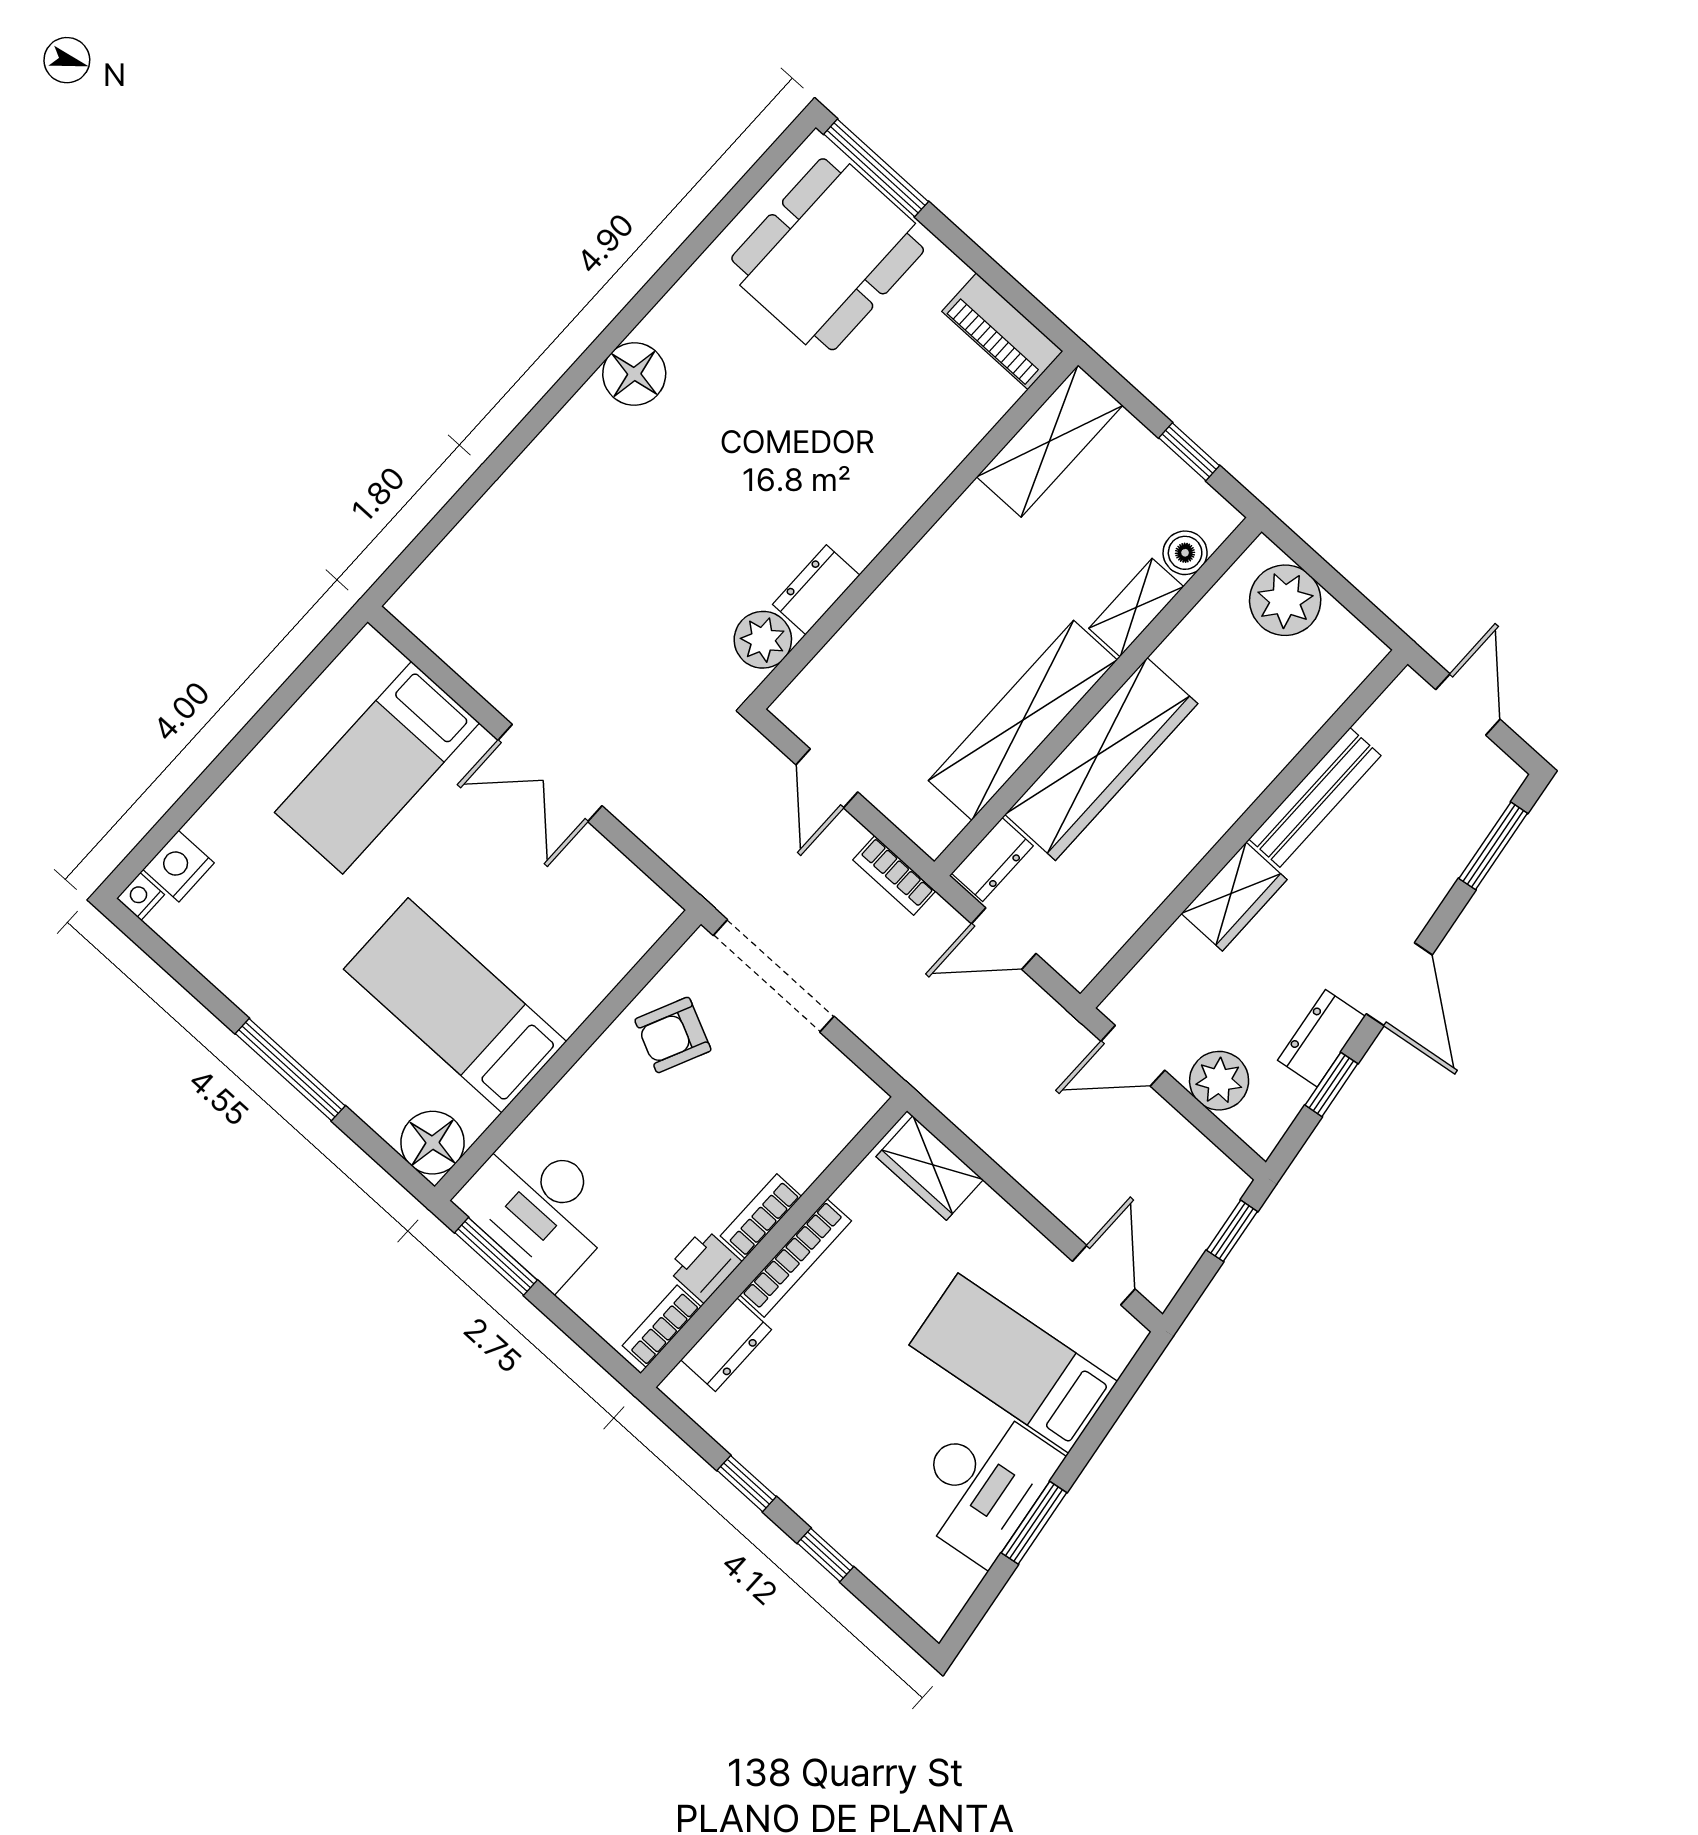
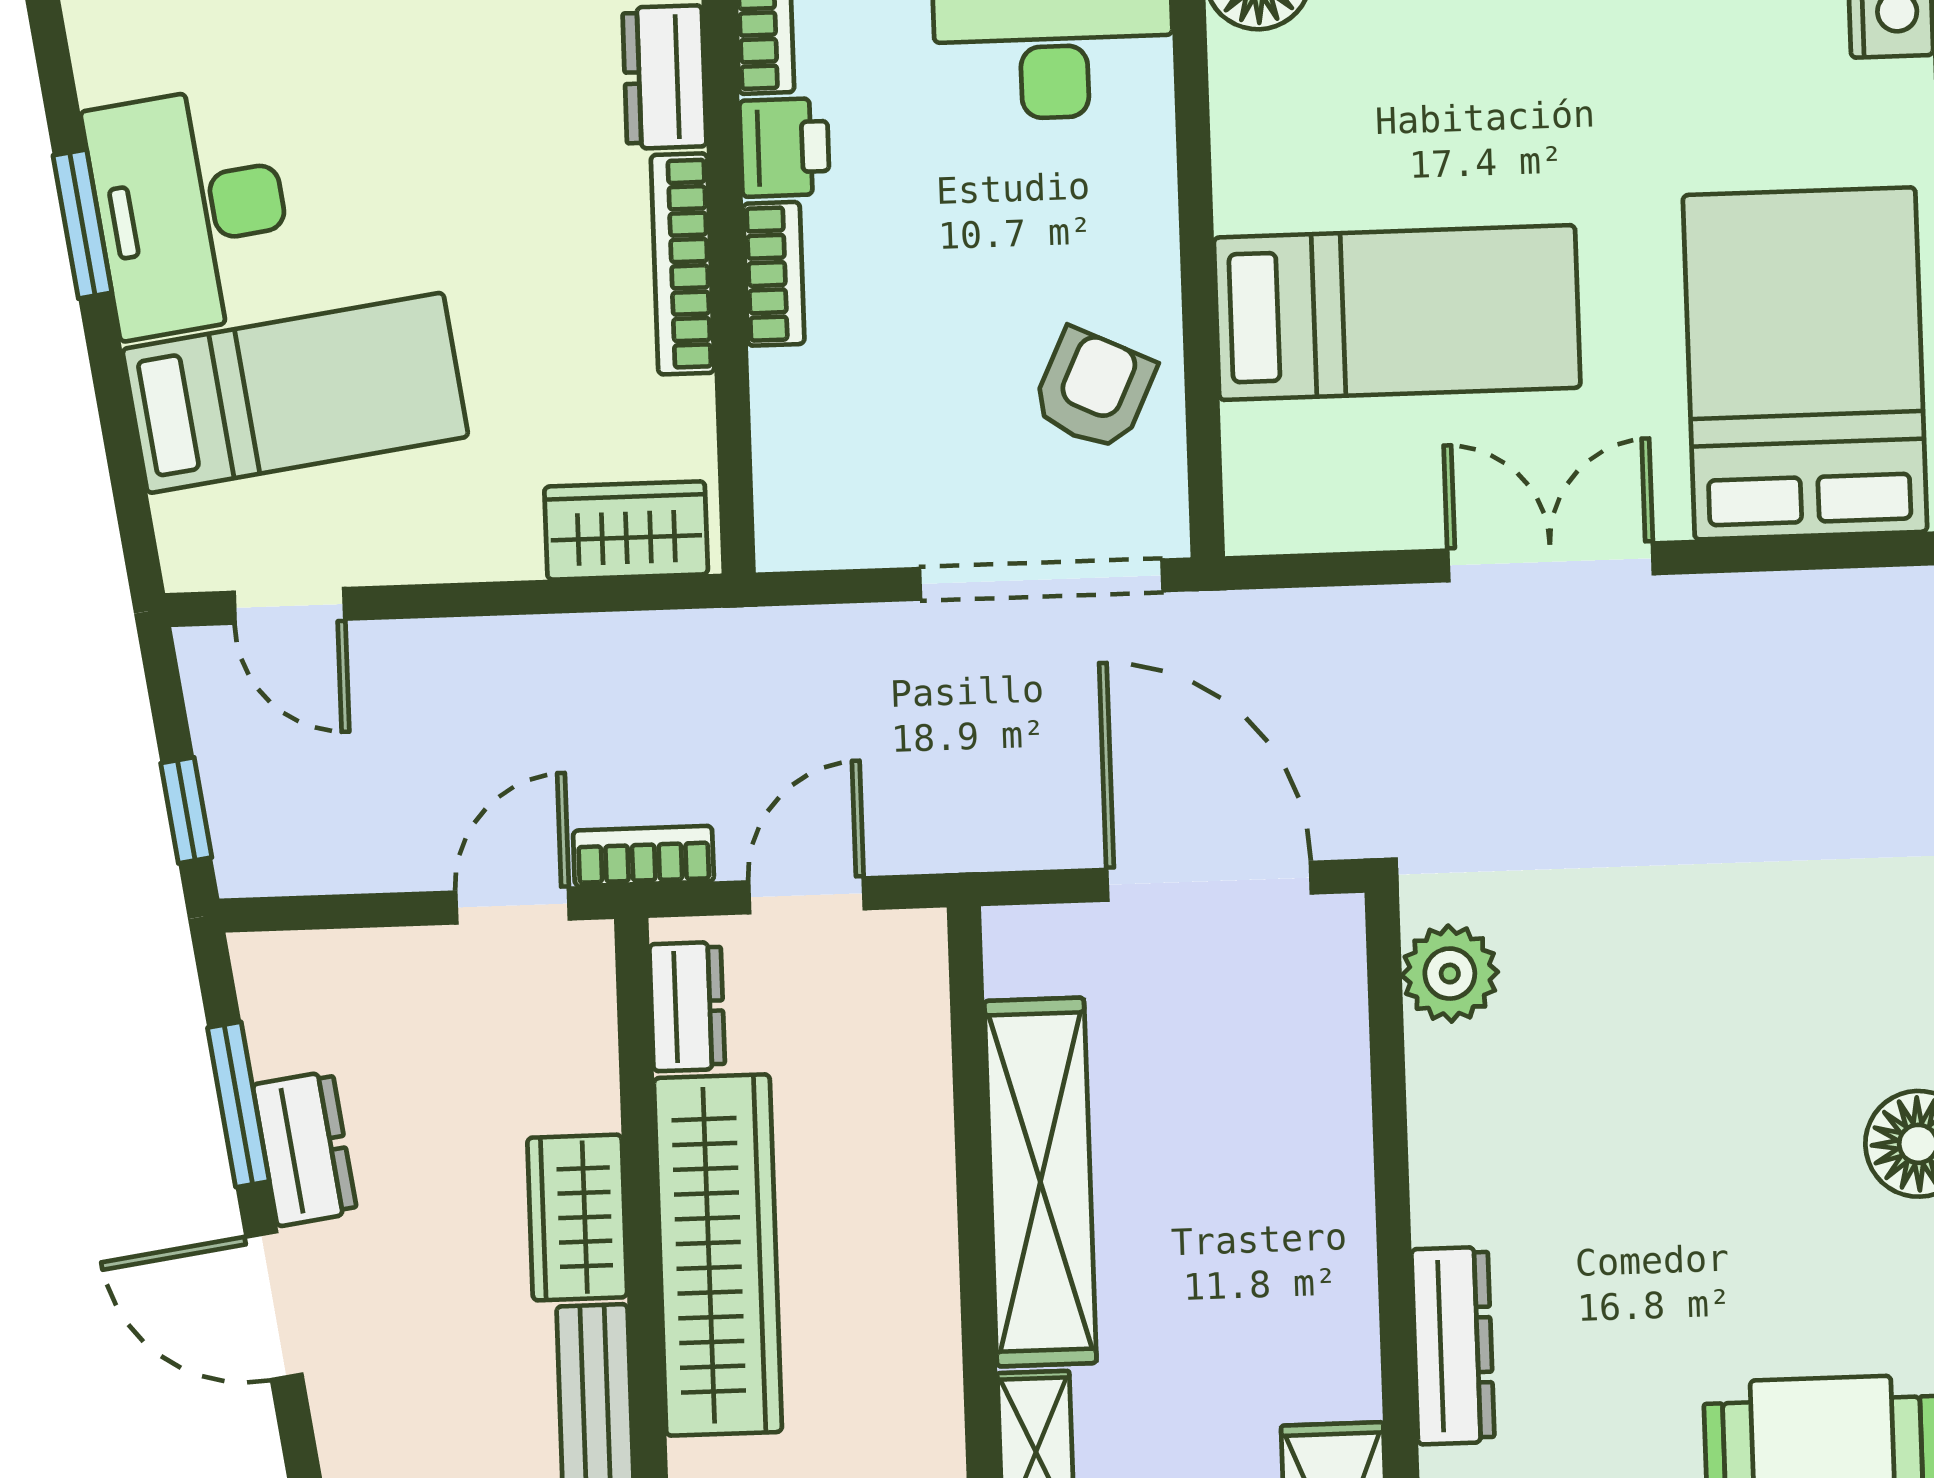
dresser: (816, 590) -> (1453, 1346), moved, width x1.44
wardrobe: (1101, 759) -> (718, 1255), moved, turned 180
bed: (377, 768) -> (1805, 363), width x1.50
door: (827, 778) -> (1209, 881), width x1.87
dresser: (992, 860) -> (687, 1007), moved, turned 180
bookcase: (894, 875) -> (643, 856), moved
bed: (455, 1005) -> (1397, 313), moved
plant: (1219, 1081) -> (379, 977), removed
window: (1331, 1084) -> (238, 1105), width x1.50

